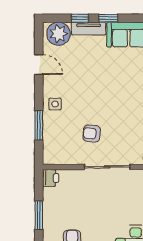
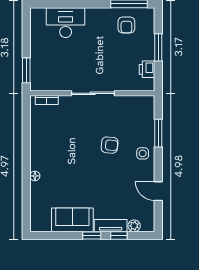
plant: (59, 34) -> (134, 226), width x0.53, depth x0.53
armchair: (92, 134) -> (110, 145), moved
printer: (51, 178) -> (147, 69), moved

